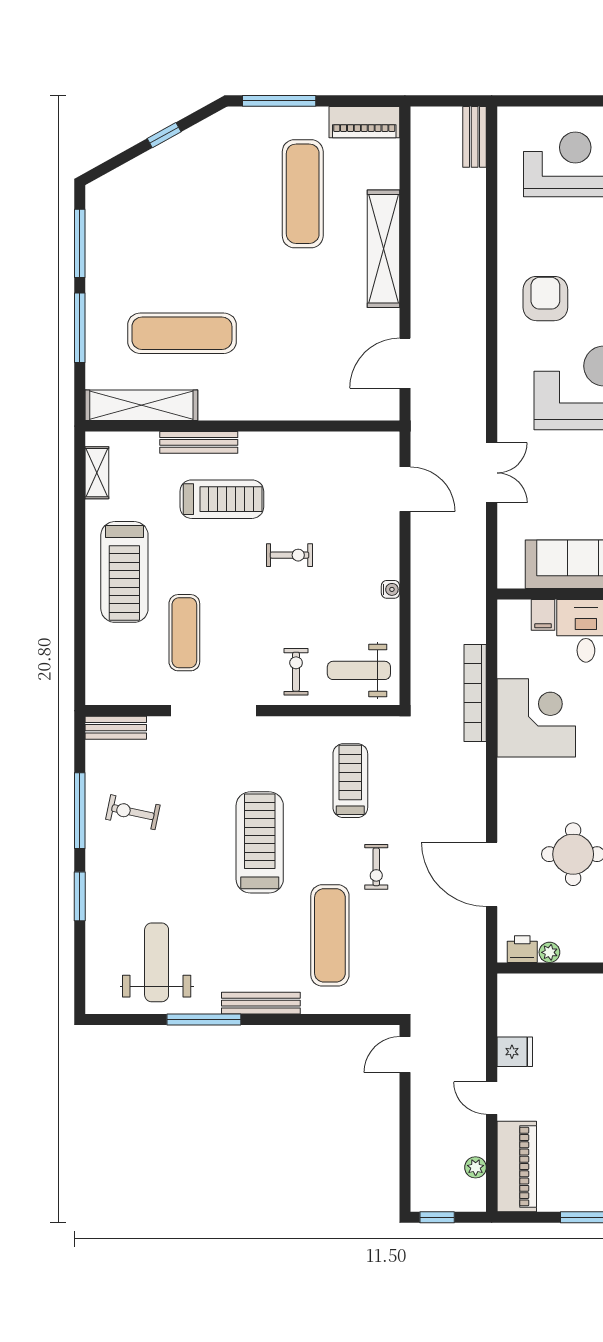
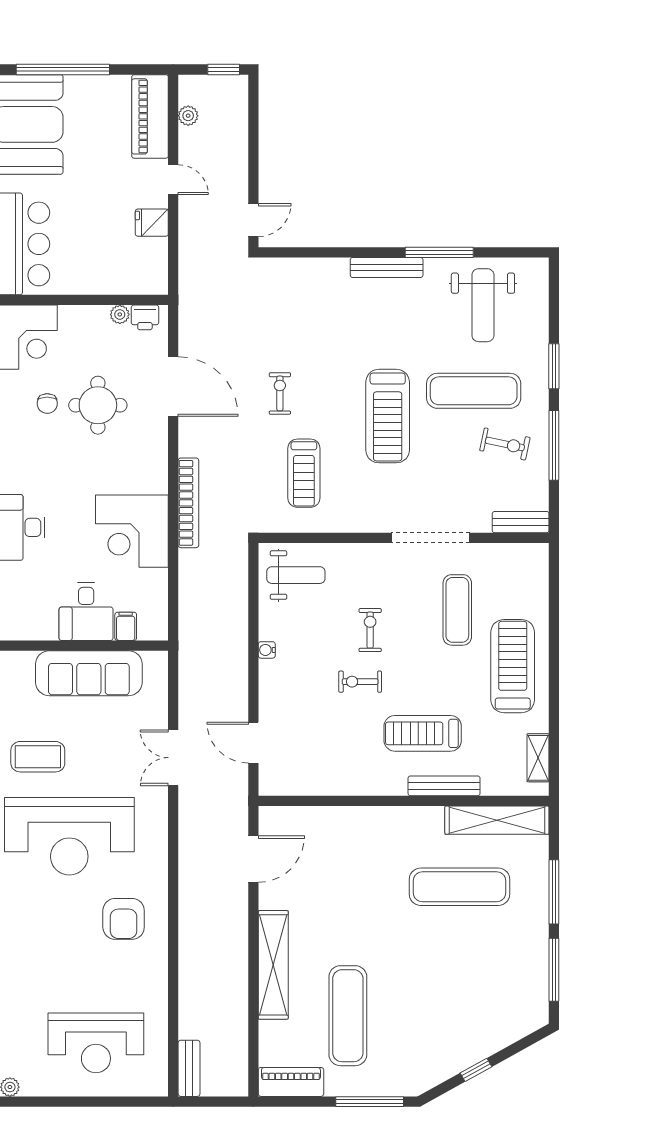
exercise bike: (296, 672) -> (370, 630), moved, turned 180
bookcase: (475, 693) -> (188, 503), moved
exercise mat: (330, 935) -> (474, 391), moved, turned 90

